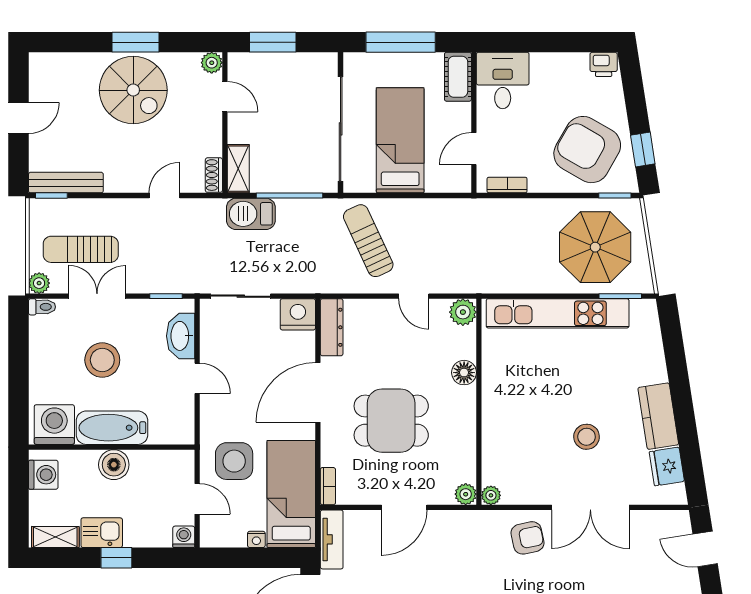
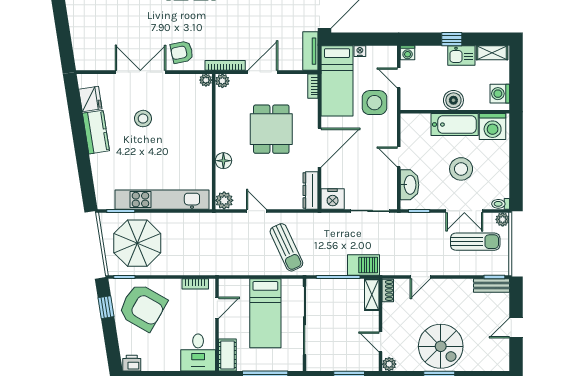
spiral stairs: (133, 90) -> (441, 346), turned 180
bench: (66, 183) -> (491, 285), width x0.73
dining table: (391, 421) -> (271, 129), turned 90
bookcase: (462, 518) -> (225, 65), added
door: (705, 549) -> (65, 45), removed

